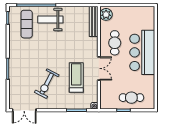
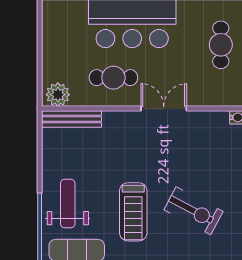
weight bench: (50, 20) -> (68, 203), turned 180
treadmill: (76, 77) -> (133, 212), moved, turned -90

